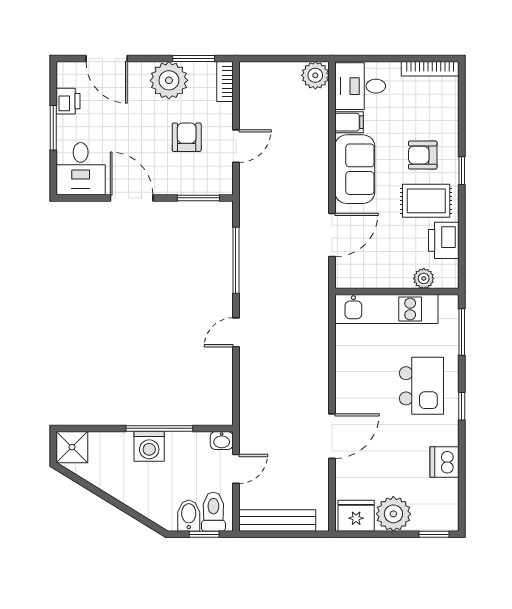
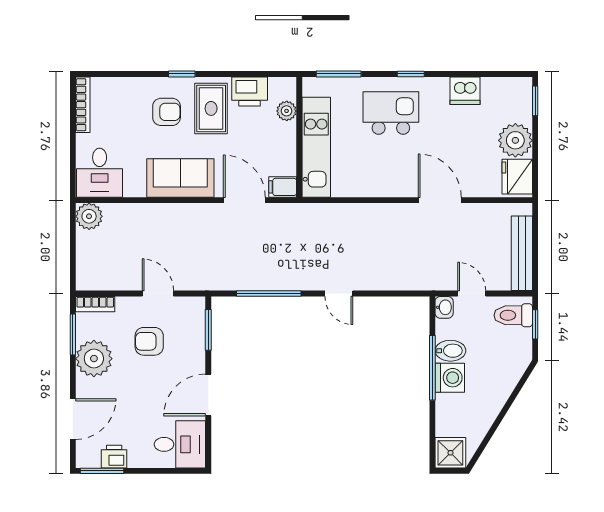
filing cabinet: (349, 122) -> (283, 187), moved, turned -90
window: (53, 128) -> (102, 471), moved
armchair: (423, 155) -> (167, 112), turned -90
bidet: (189, 516) -> (450, 351), moved, turned 180

